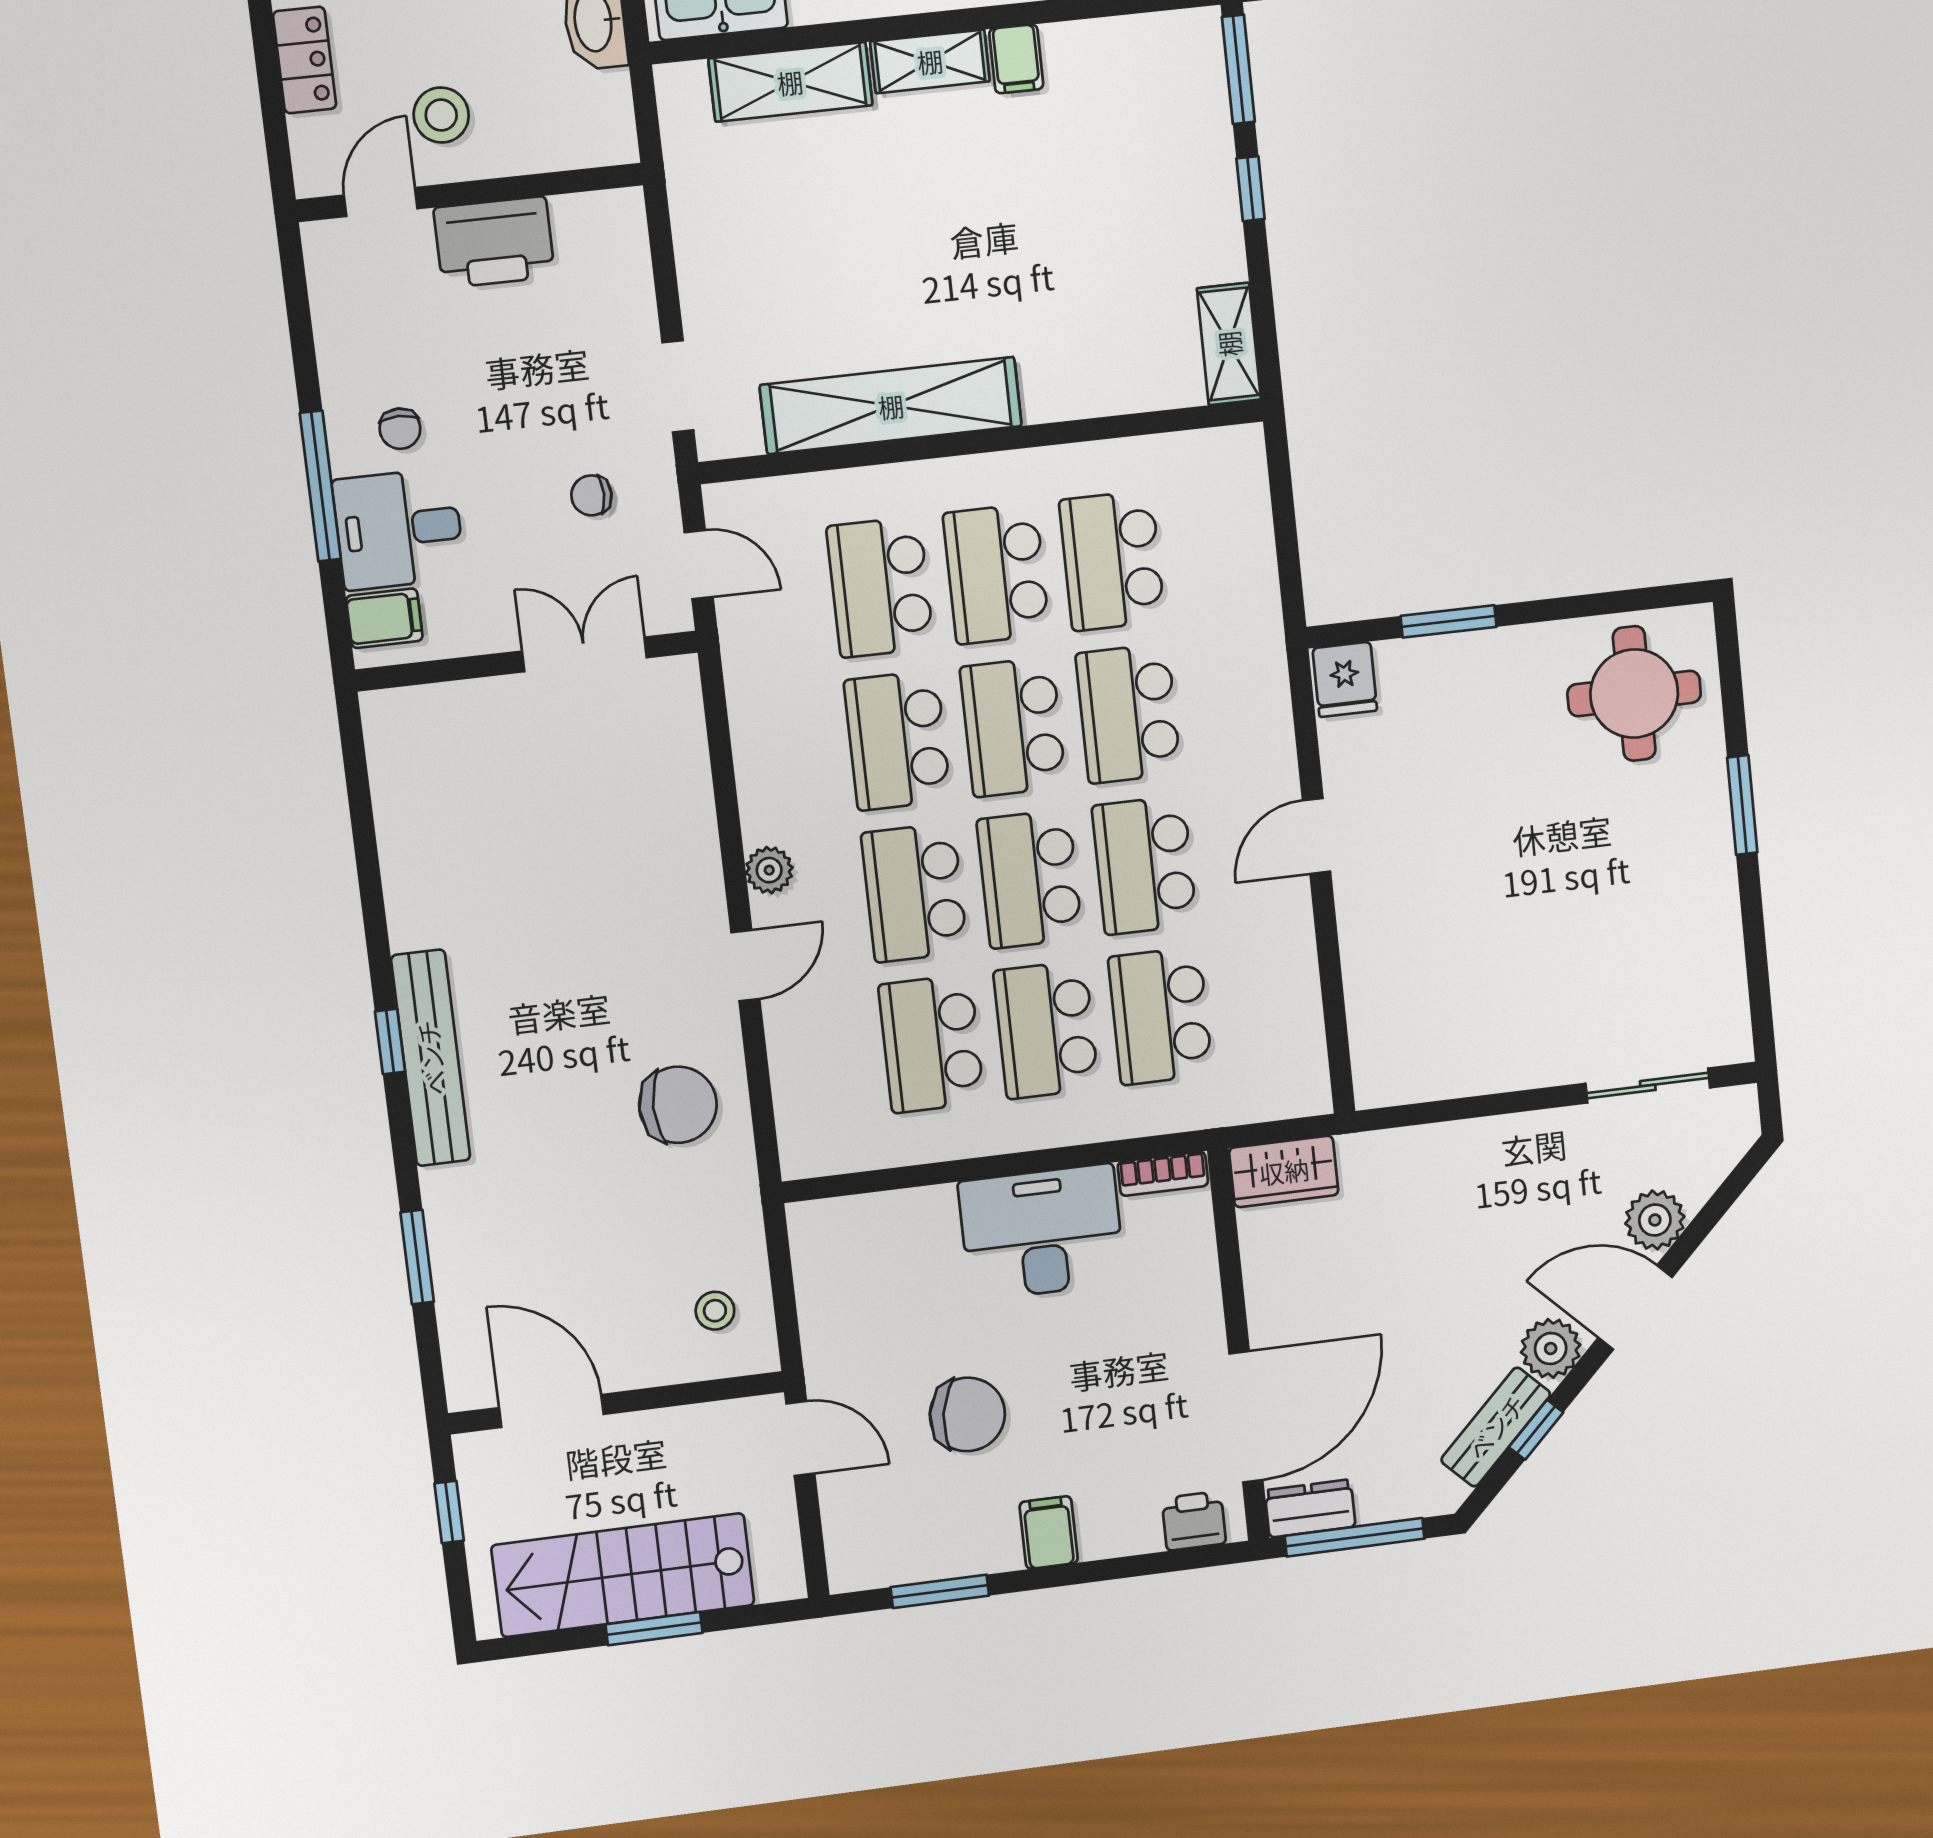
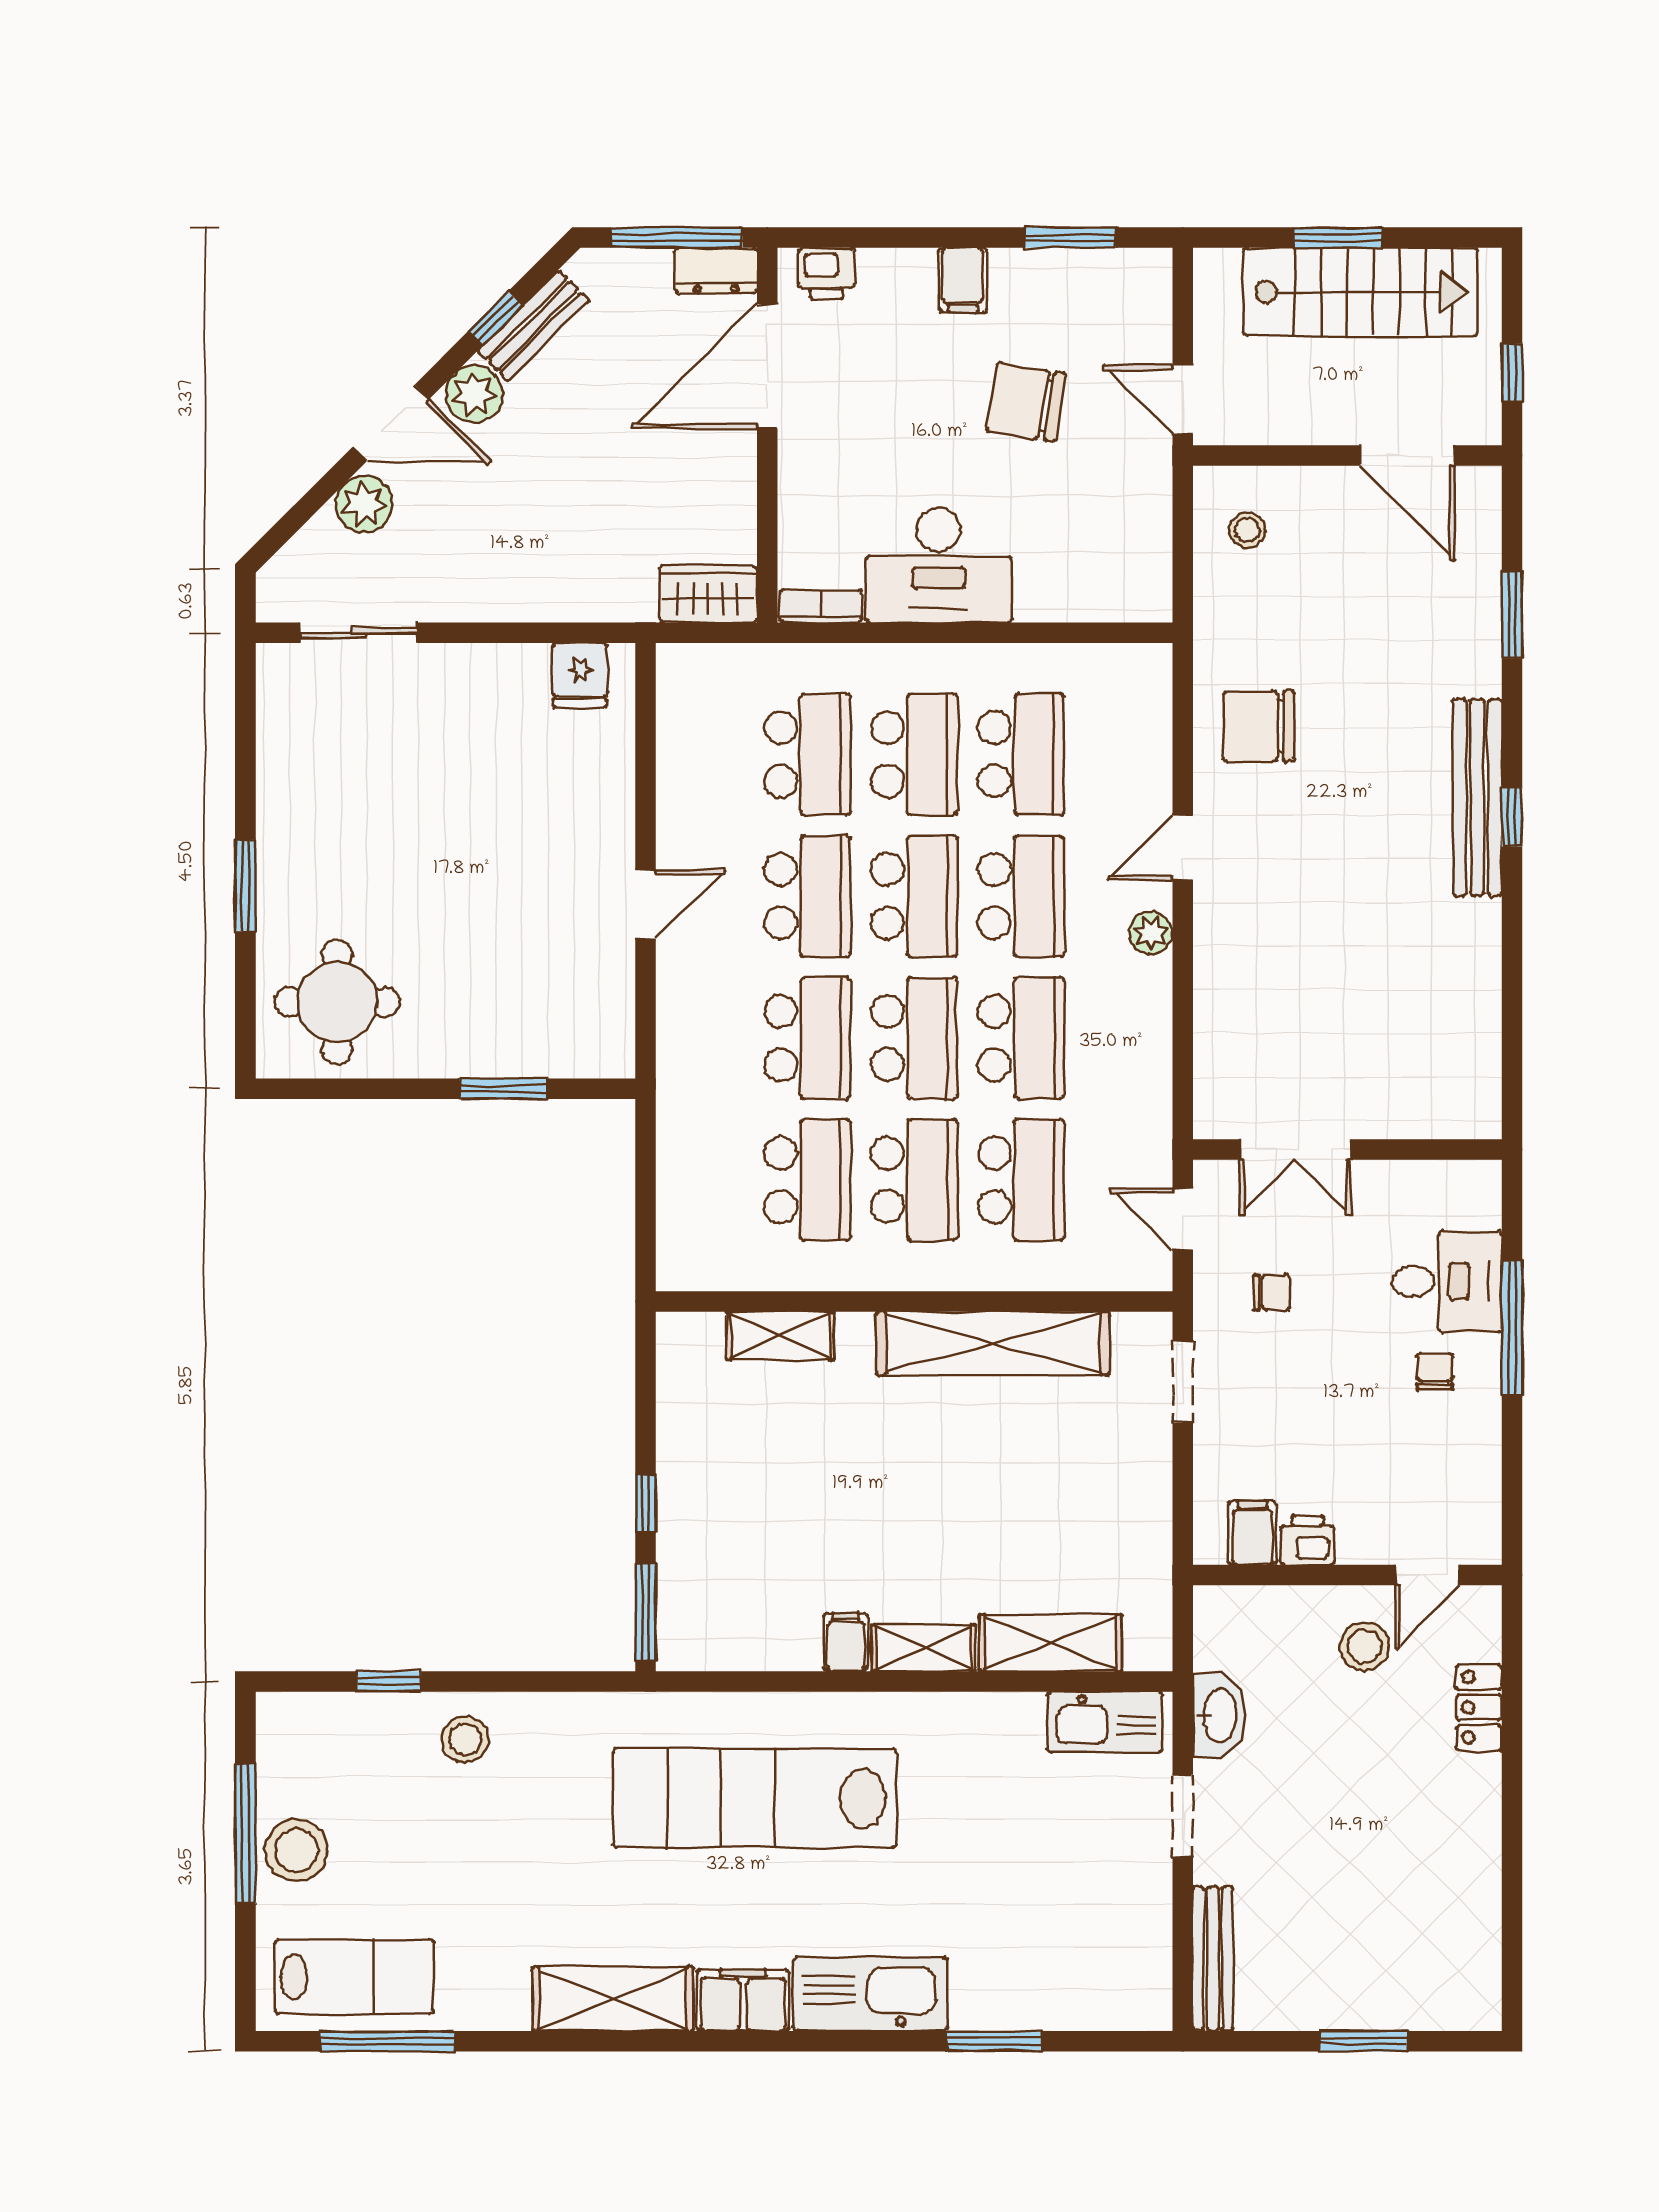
printer: (494, 242) -> (1308, 1540), width x0.53, depth x0.68
shelving: (1229, 344) -> (780, 1336), moved, turned 90
filing cabinet: (384, 618) -> (1252, 1533), moved, turned 90
fridge: (1345, 679) -> (580, 675), moved, turned 180

